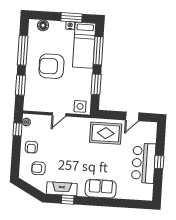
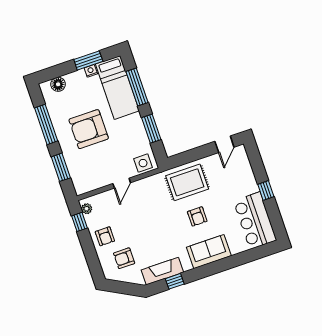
door: (132, 116) -> (224, 144), moved
armchair: (103, 160) -> (197, 216), added
bar counter: (144, 163) -> (255, 221), moved

